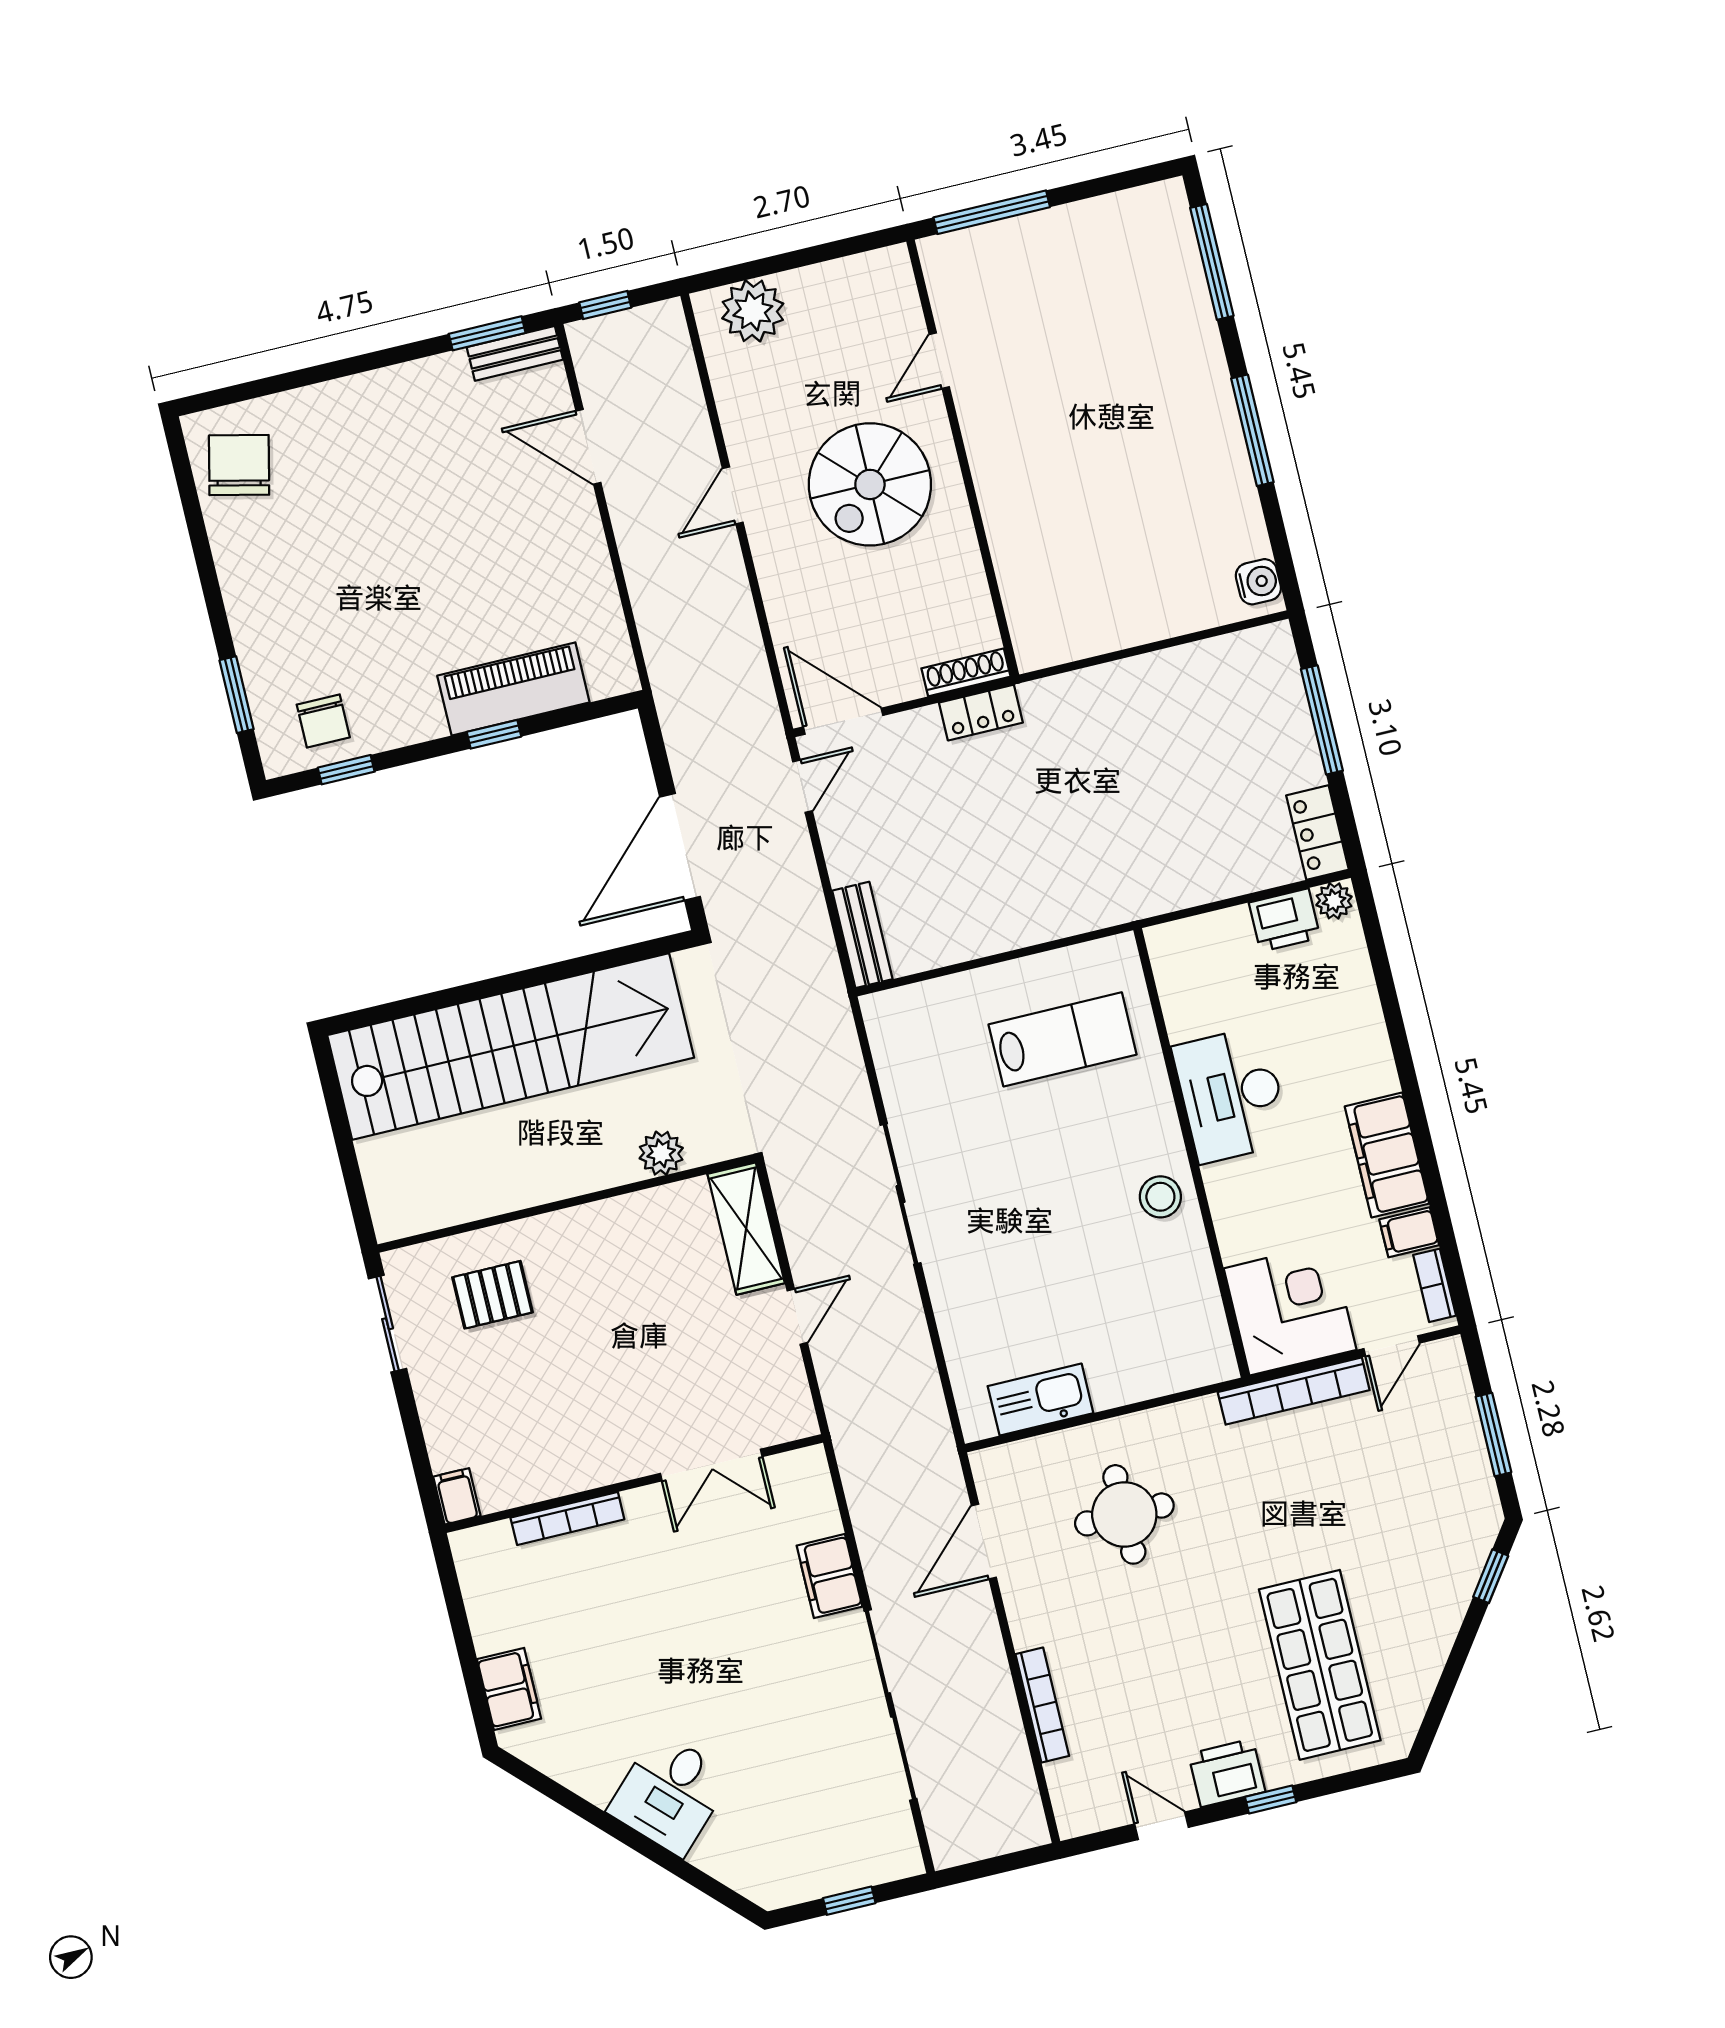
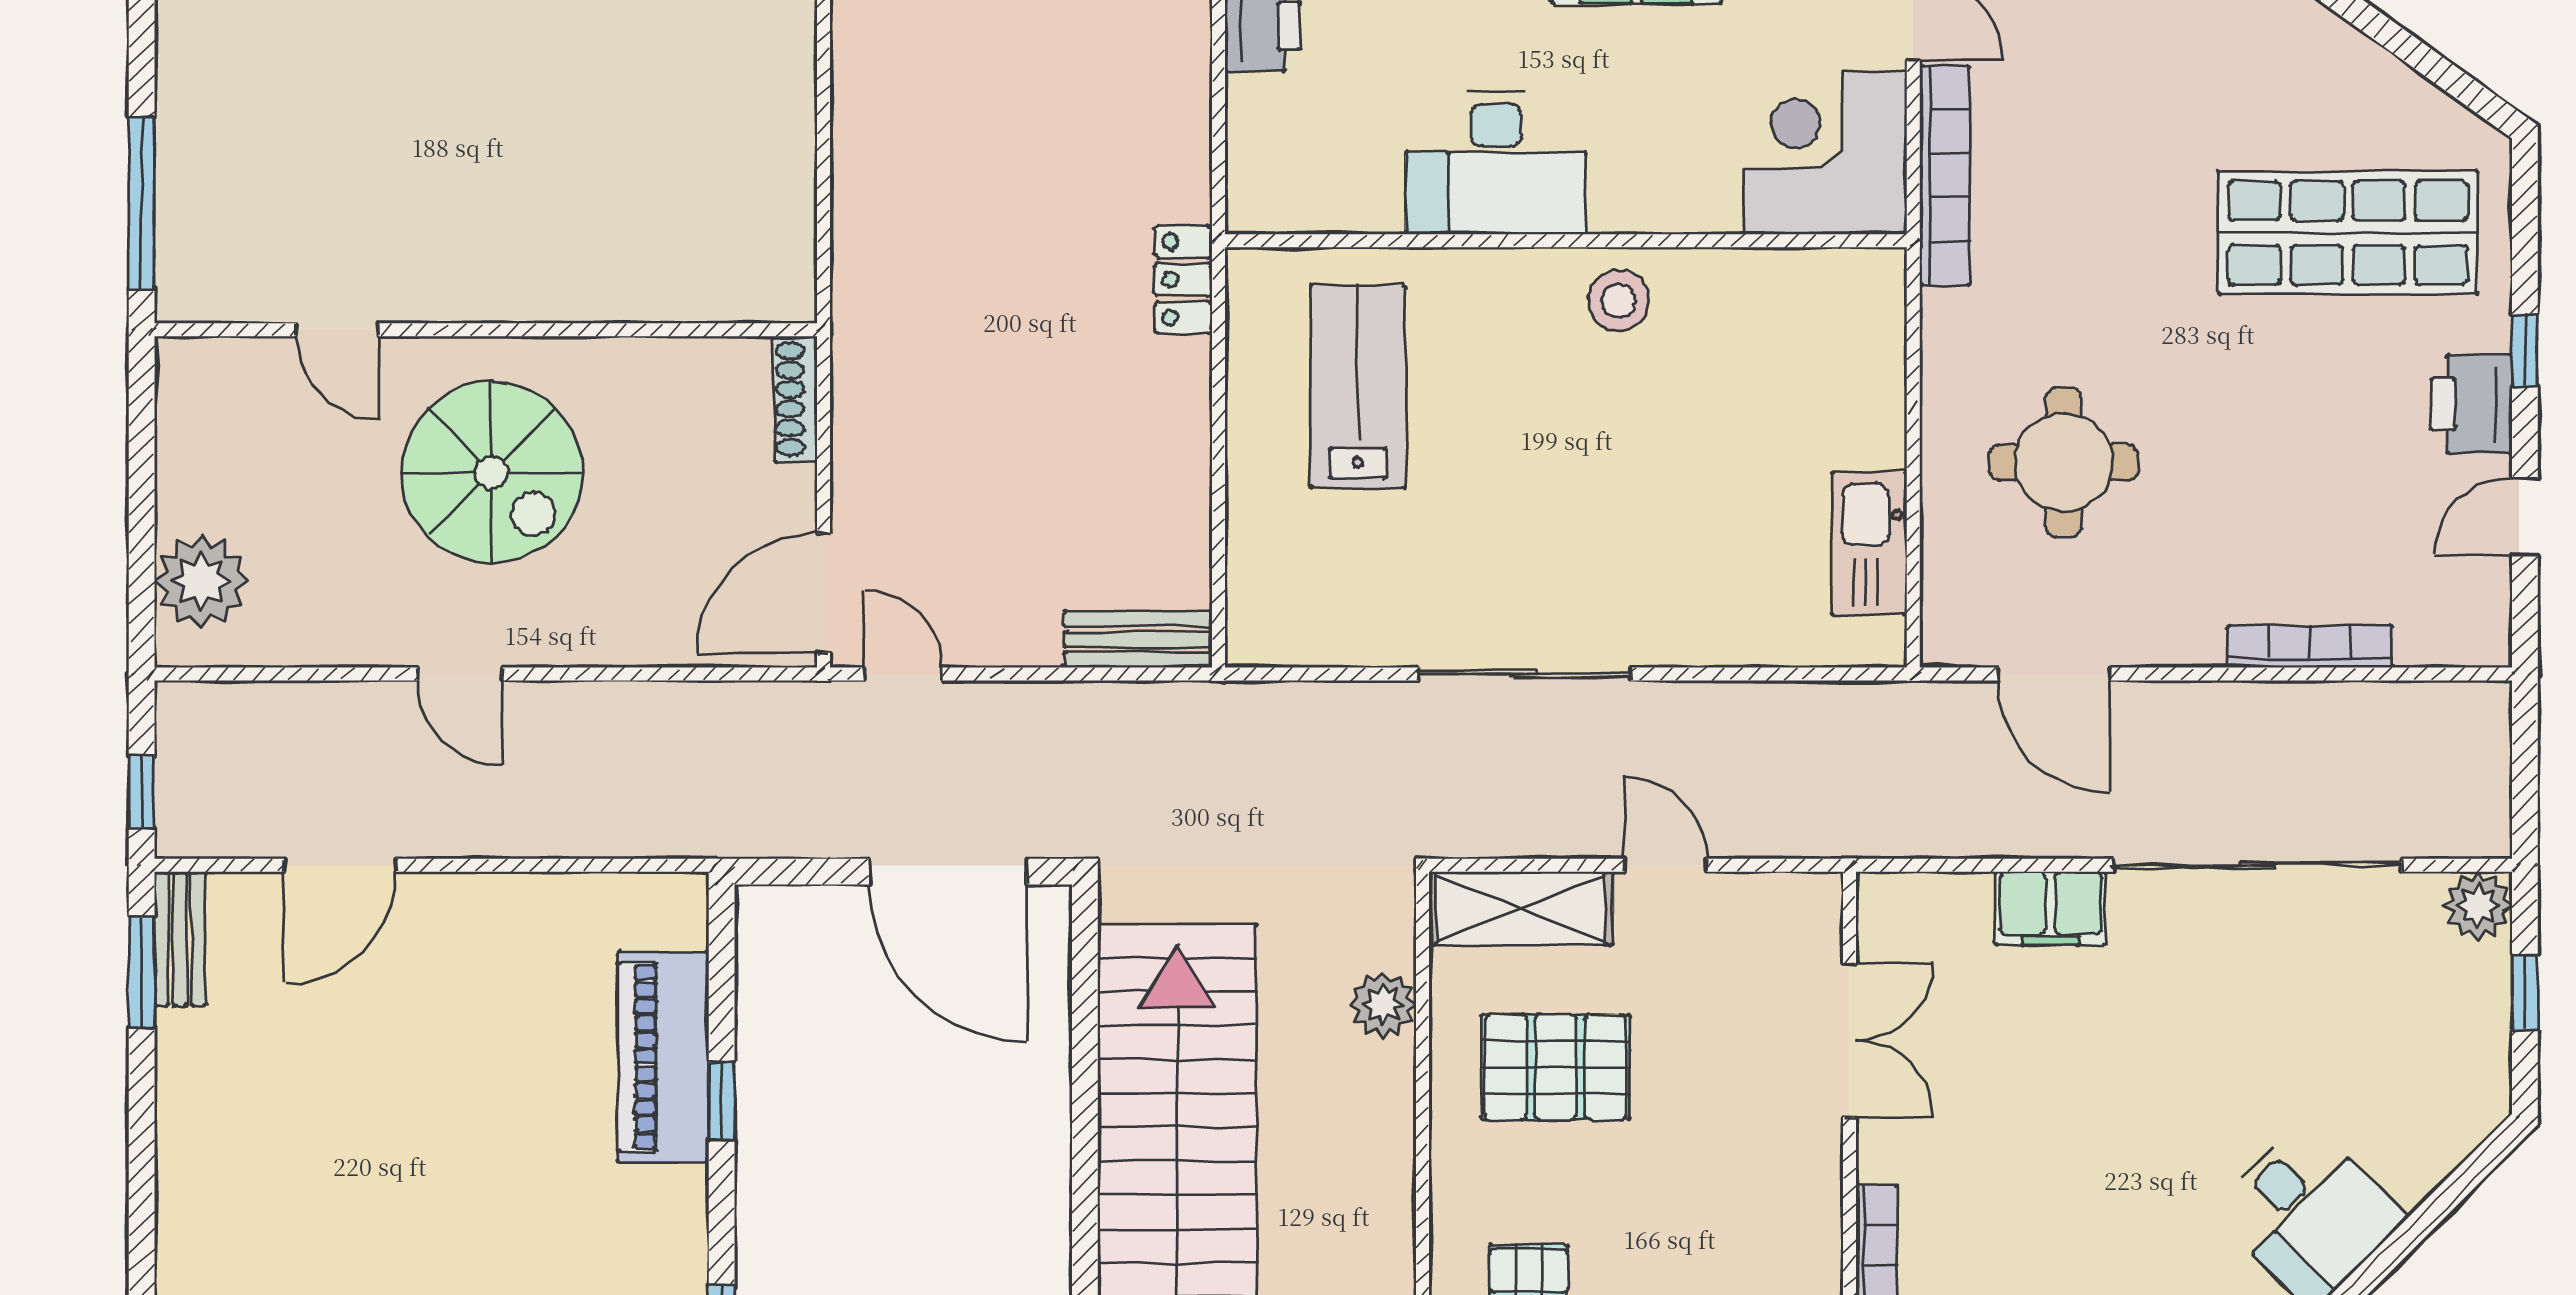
locker: (981, 713) -> (1183, 280), moved, turned 180
pallet: (647, 1276) -> (1556, 1067), added
plant: (899, 1856) -> (2478, 906), added

